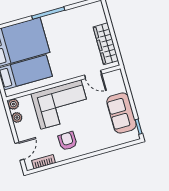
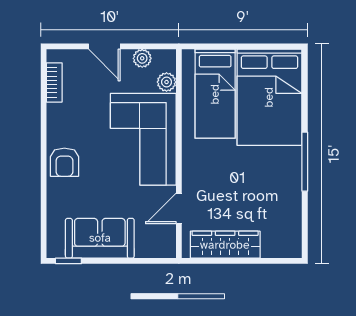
plant: (13, 104) -> (167, 82), moved
armchair: (68, 141) -> (64, 162), moved, turned 92
door: (19, 151) -> (104, 46), moved

